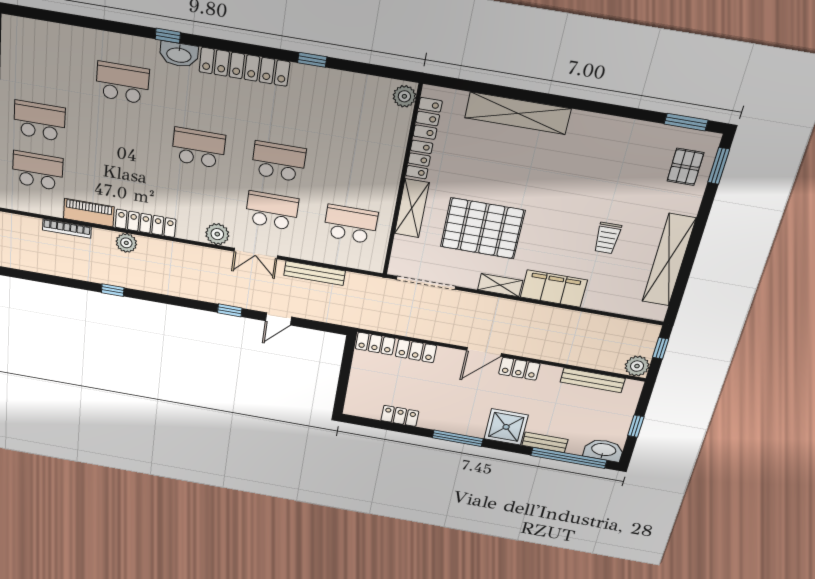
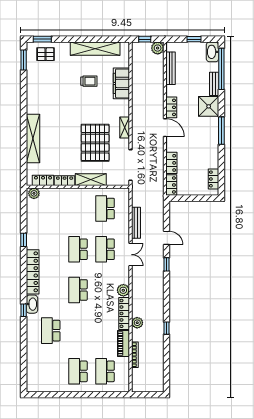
plant: (217, 234) -> (123, 290), moved
filing cabinet: (554, 289) -> (121, 83), moved
locker: (400, 416) -> (213, 179), moved

